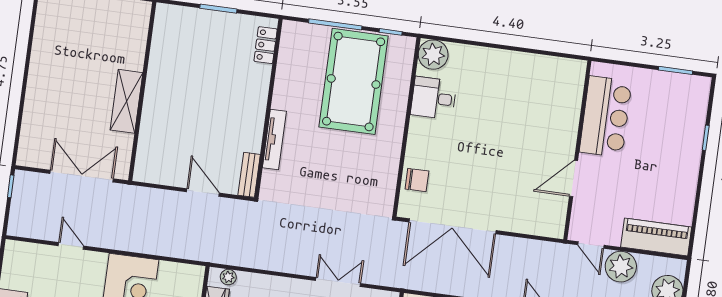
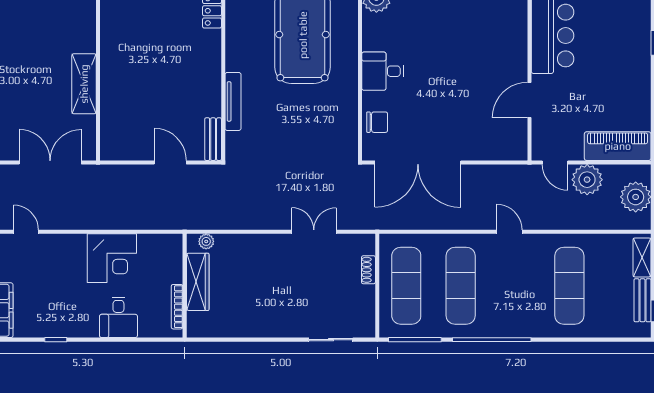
desk: (434, 98) -> (383, 71), moved
door: (71, 246) -> (26, 232), moved

